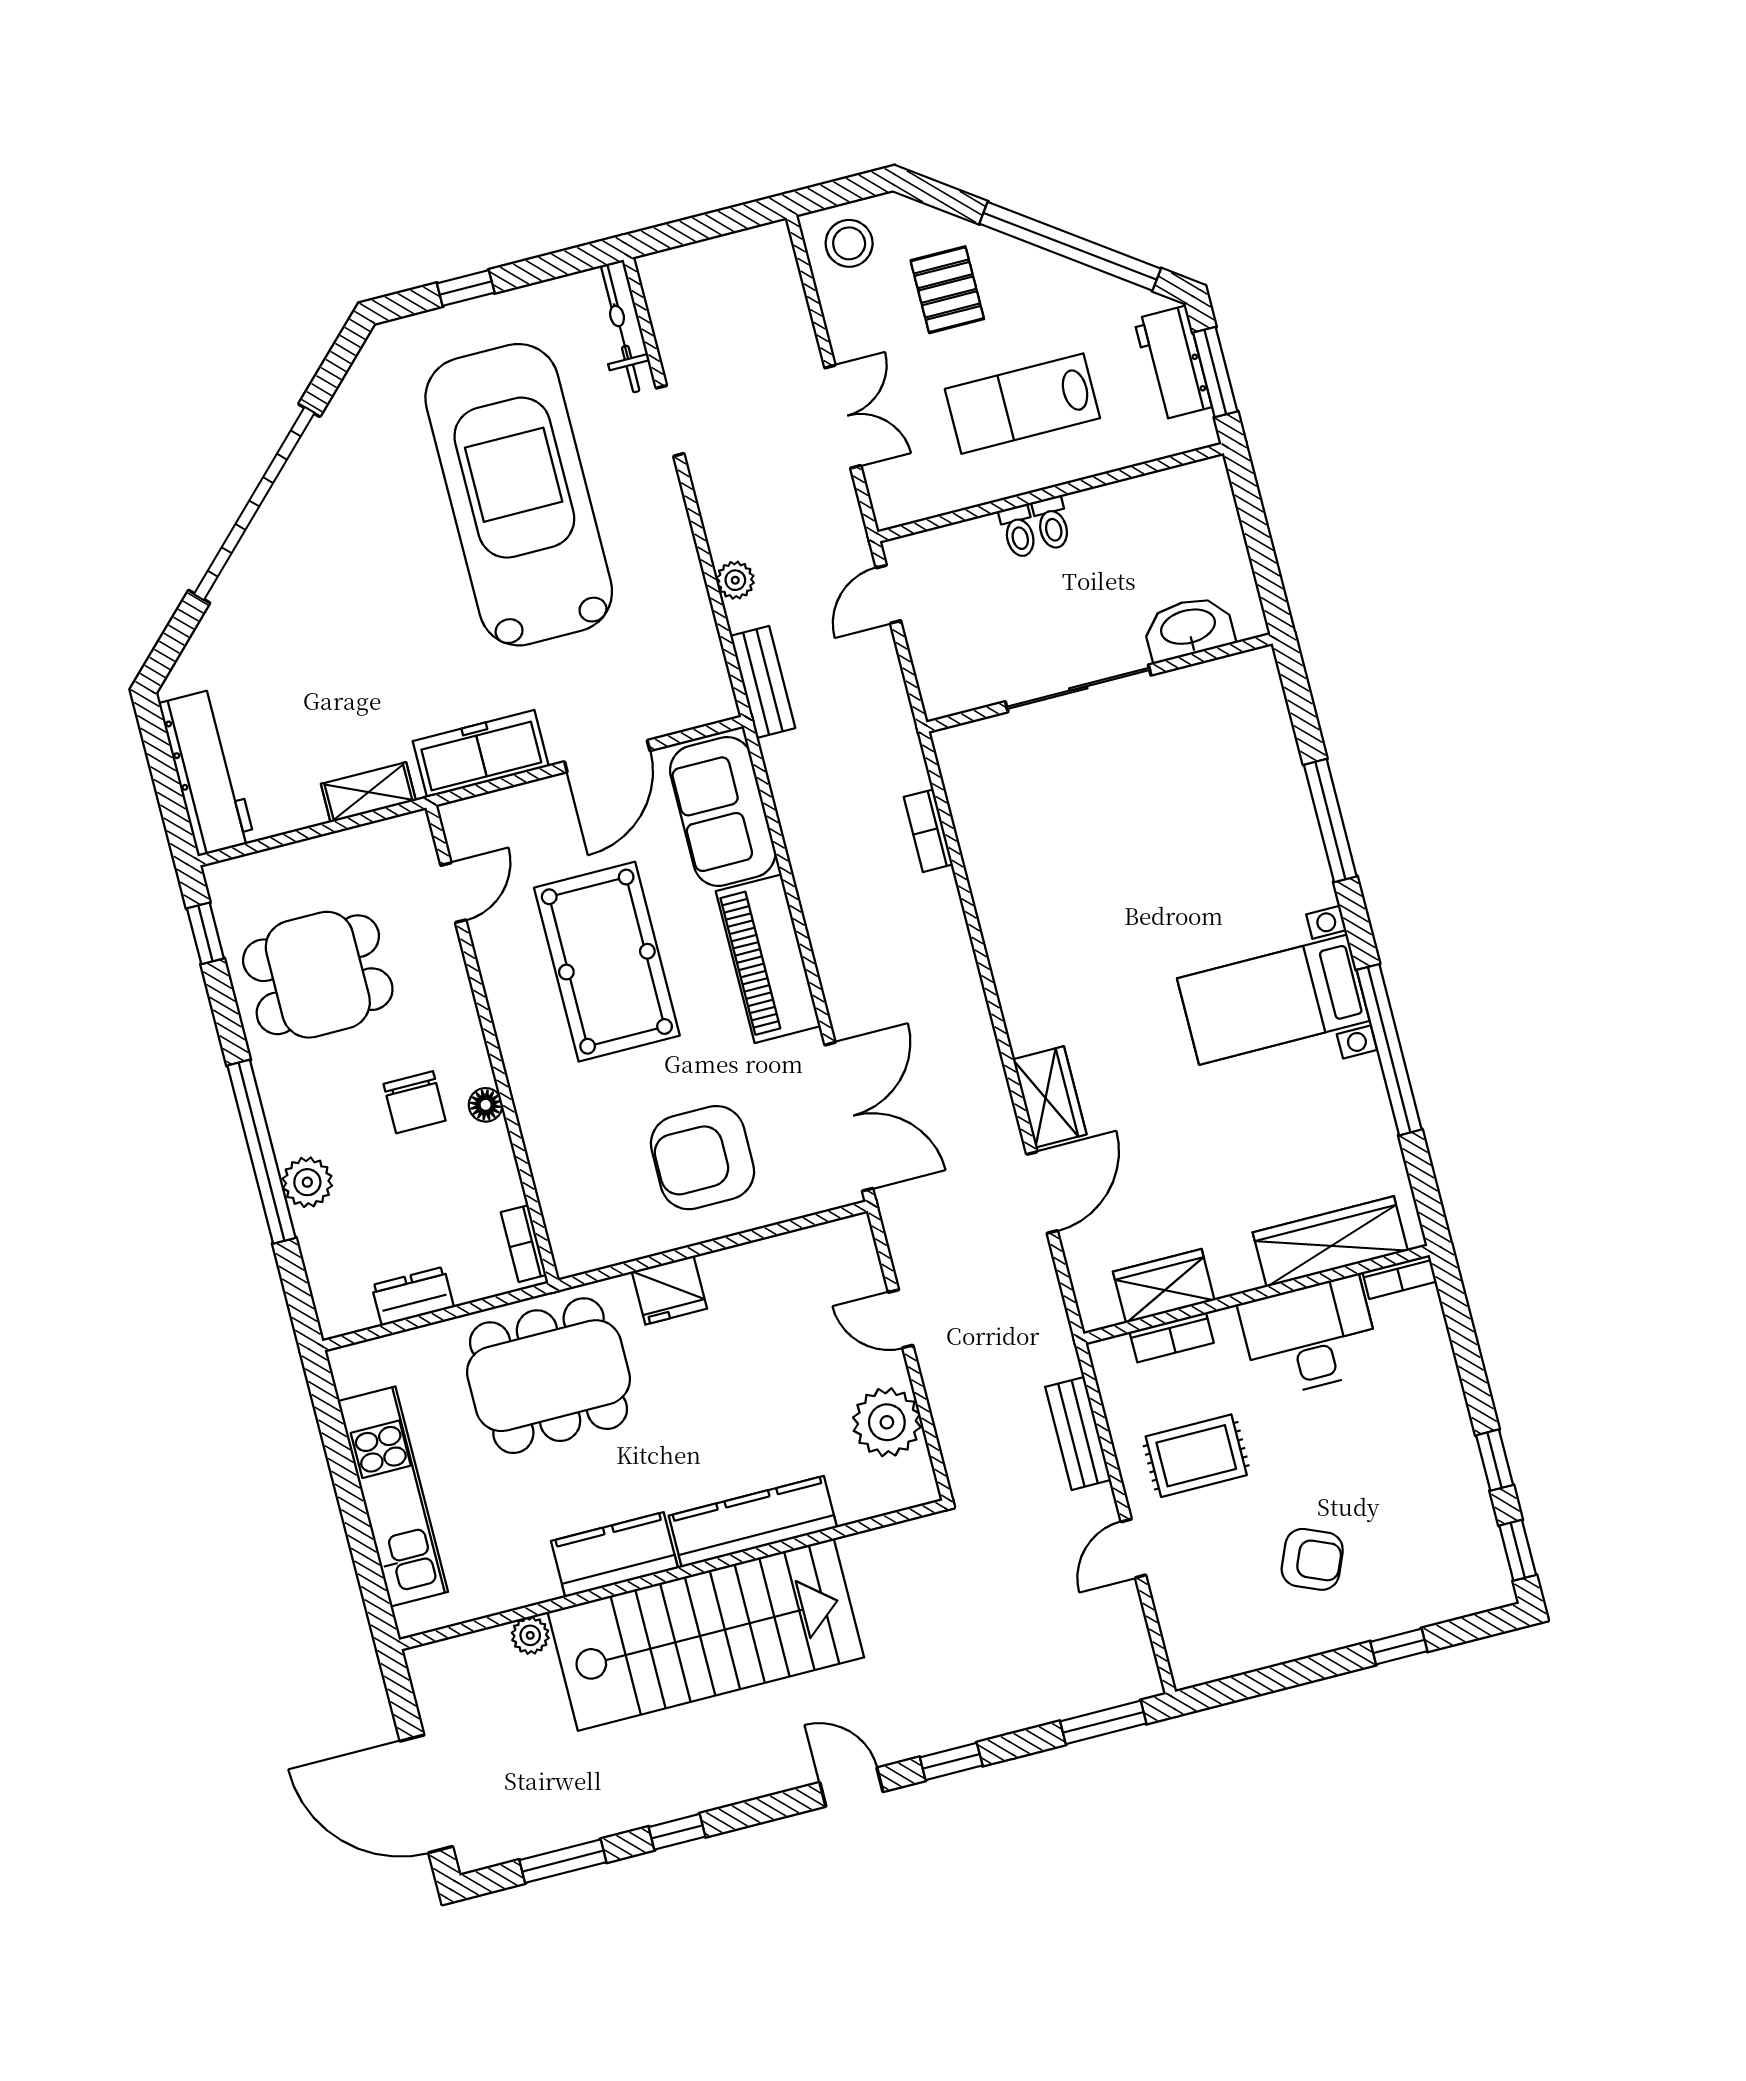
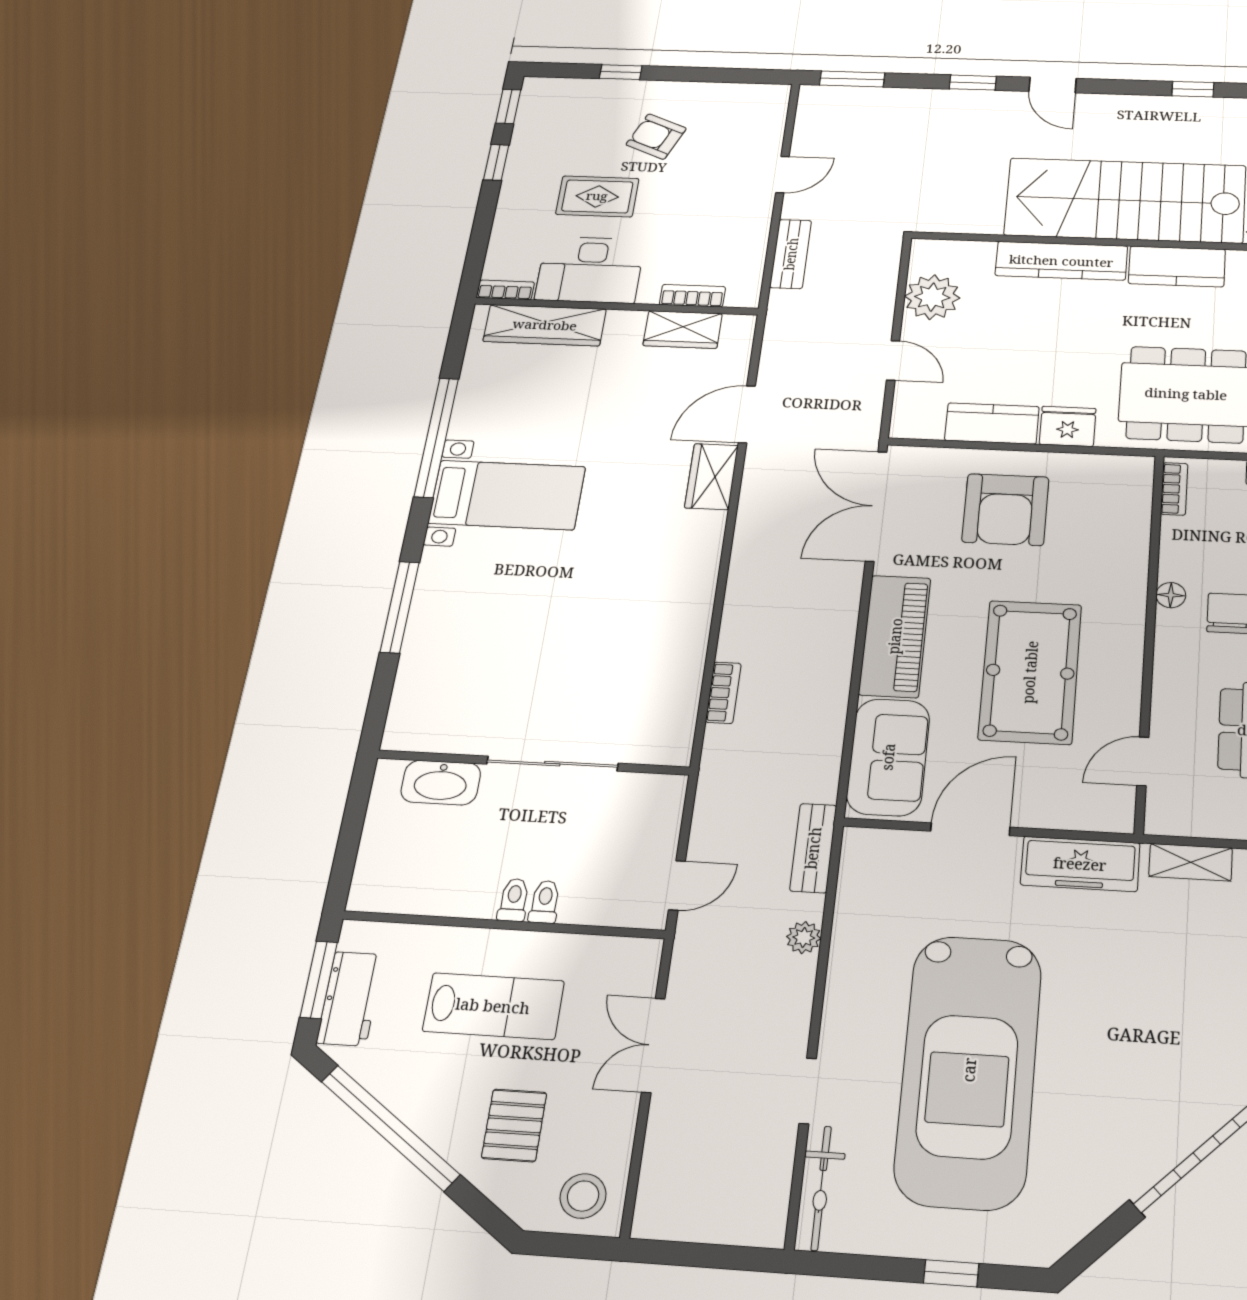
armchair: (702, 1158) -> (1005, 510), turned 90
kitchen counter: (757, 1267) -> (992, 423), added
rug: (1196, 1456) -> (597, 196), moved

